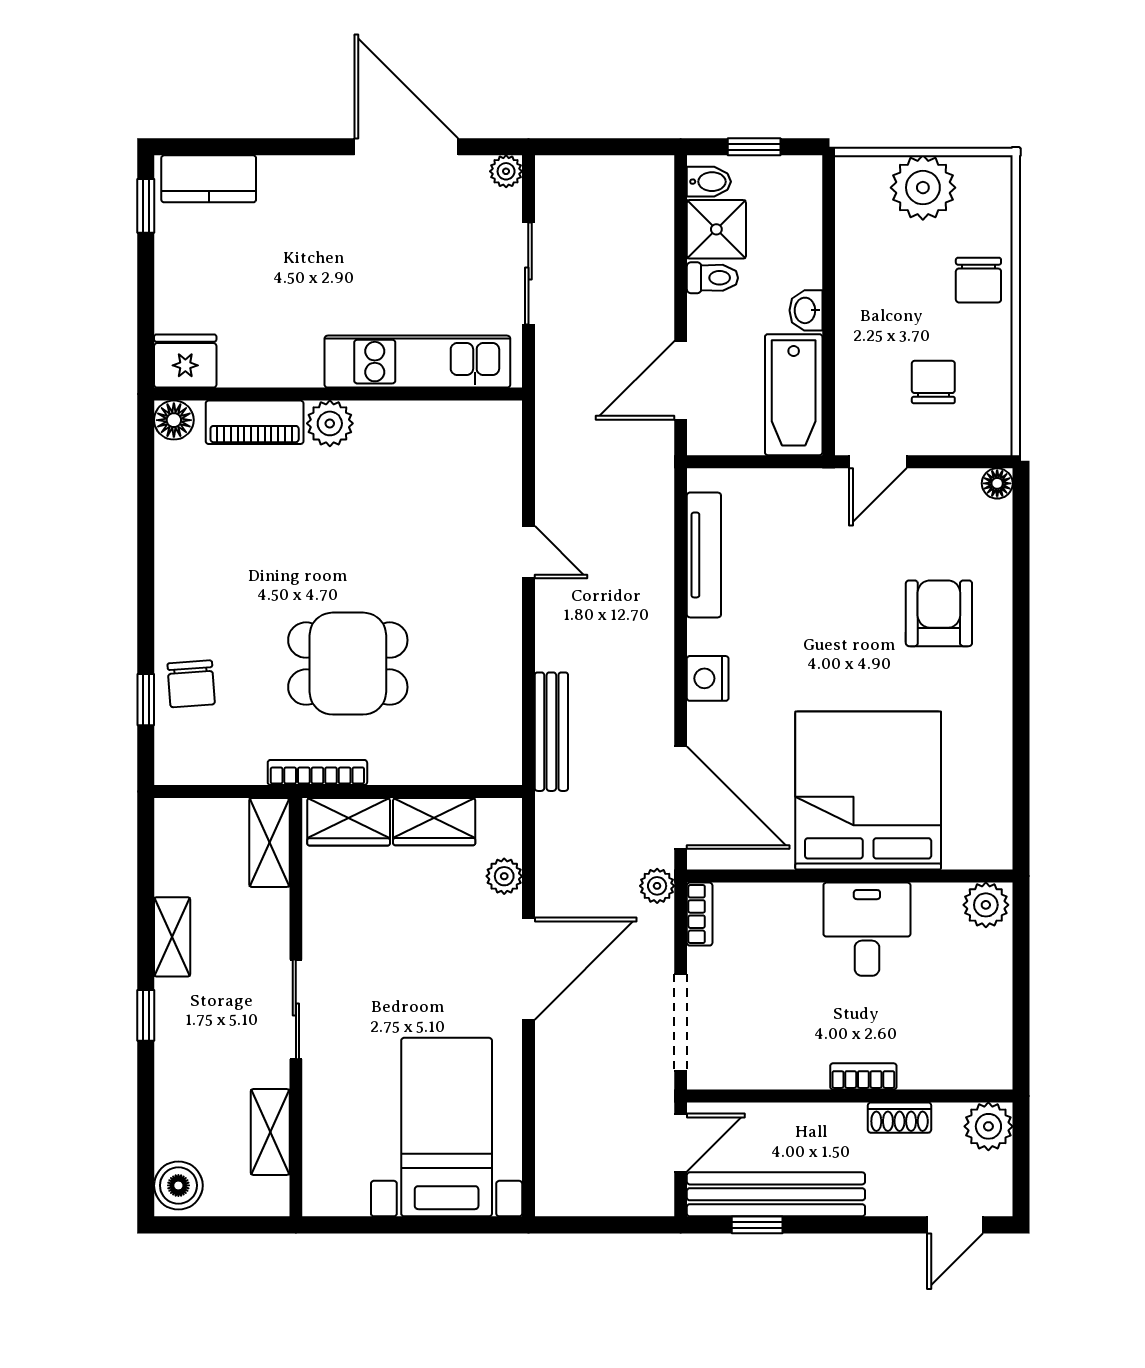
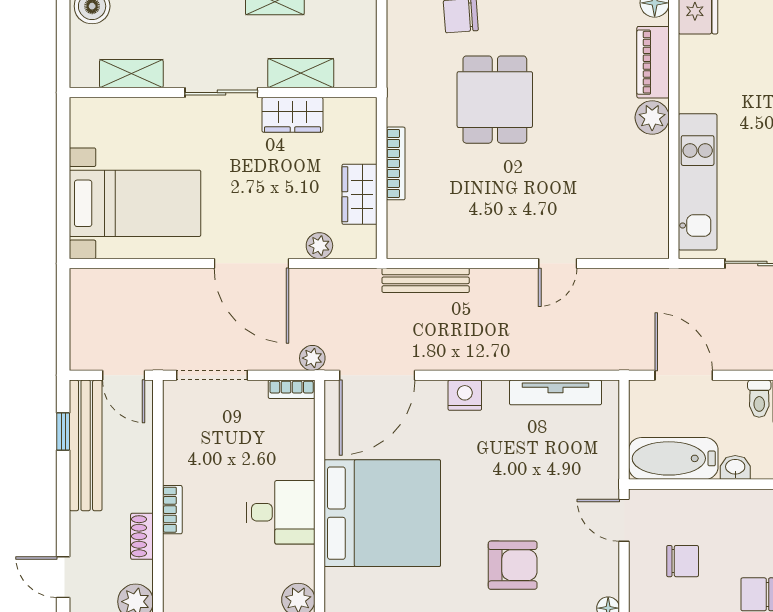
dining table: (348, 664) -> (495, 100), moved
bookcase: (317, 772) -> (396, 163), moved
wardrobe: (349, 822) -> (292, 115), moved, turned -90
shelving: (269, 842) -> (301, 73), moved

